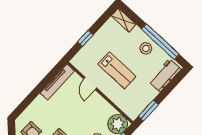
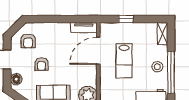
tv unit: (57, 82) -> (84, 27), width x0.71
door: (90, 83) -> (98, 51), width x1.87

